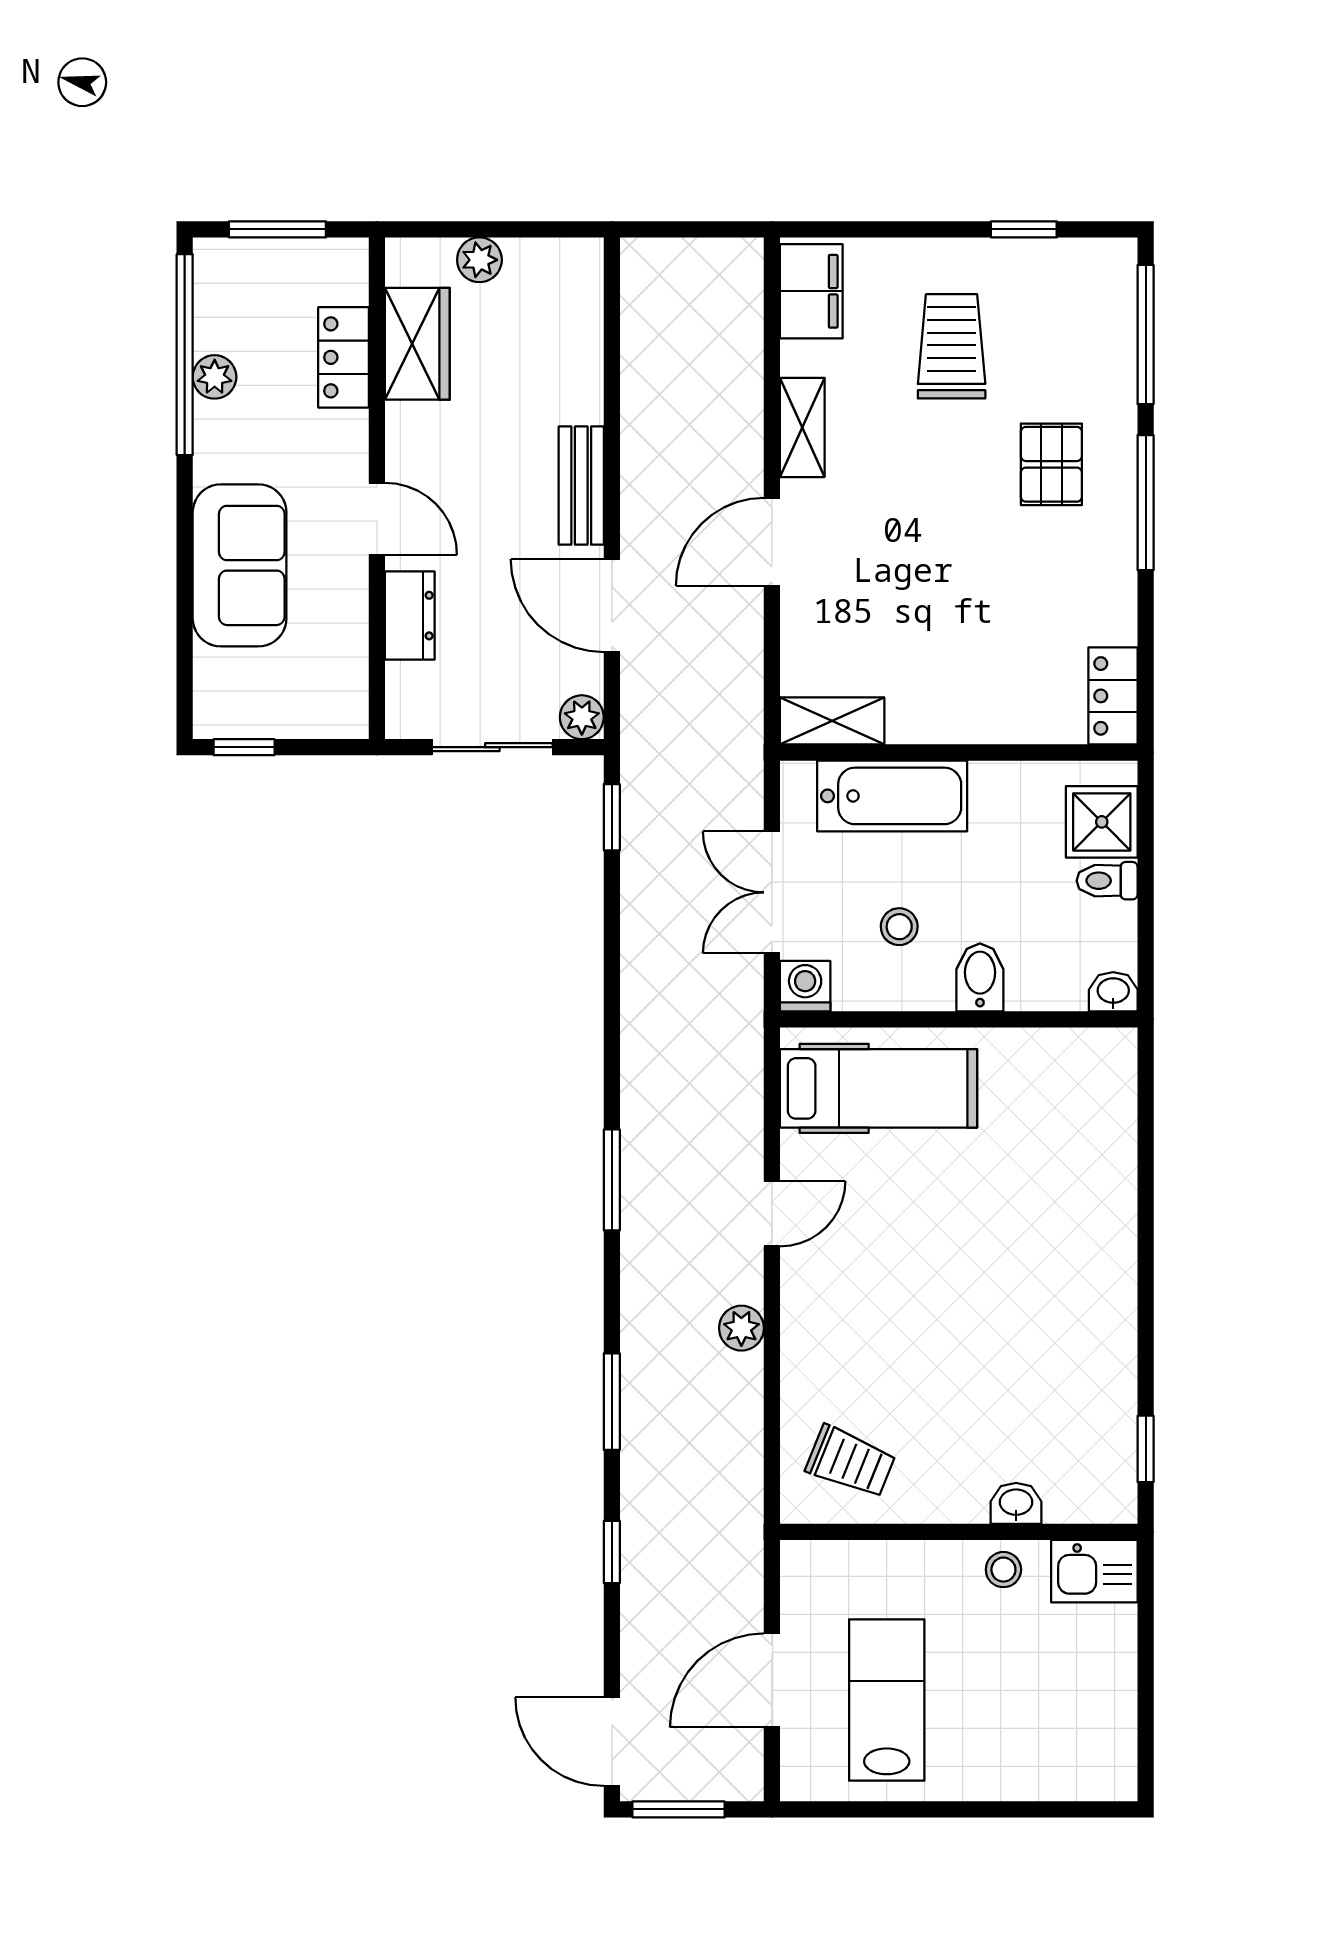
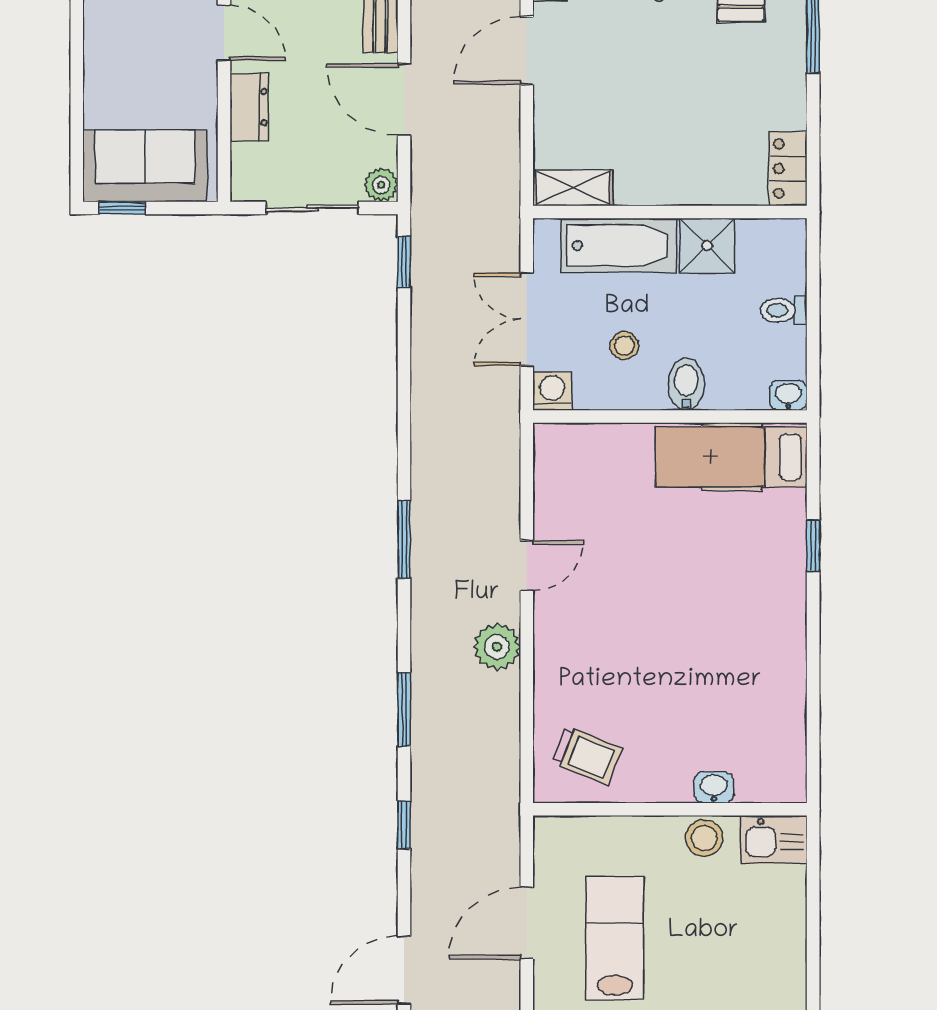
sofa: (240, 565) -> (145, 166), moved, turned -90
shower: (1102, 822) -> (707, 246), moved
hospital bed: (879, 1088) -> (731, 457), moved, turned 180
plant: (741, 1328) -> (497, 647), width x1.38, depth x1.38
window: (1146, 1449) -> (813, 546), moved
stool: (1003, 1570) -> (704, 838), width x1.37, depth x1.37
door: (612, 1742) -> (404, 970), hinge flipped

